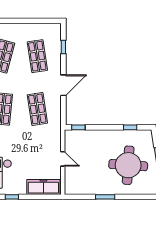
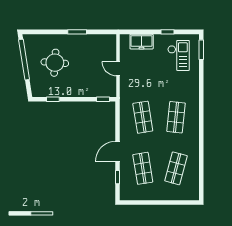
door: (63, 85) -> (118, 152), moved
round table: (128, 165) -> (55, 63), width x0.73, depth x0.73
freezer: (43, 187) -> (142, 42), width x0.71

